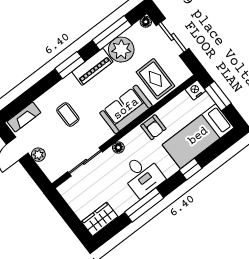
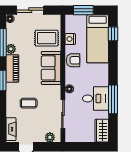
plant: (121, 50) -> (11, 49), width x0.53, depth x0.53
nightstand: (195, 90) -> (70, 39), moved
plant: (38, 155) -> (50, 137), moved
window: (191, 169) -> (113, 34), moved
desk: (142, 175) -> (96, 99), moved

